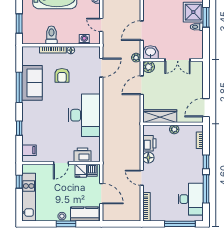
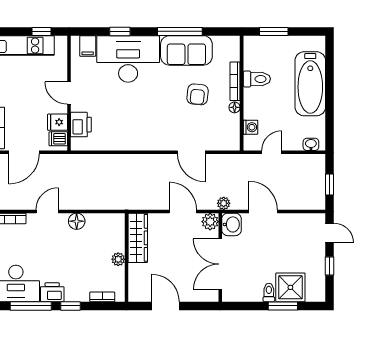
double door: (178, 60) -> (220, 264), width x1.37
door: (101, 68) -> (191, 152), moved
armchair: (62, 75) -> (198, 94), turned -84
door: (206, 108) -> (166, 306), moved
desk: (84, 115) -> (128, 59), moved, turned 180
printer: (149, 143) -> (52, 292), moved, turned 180

